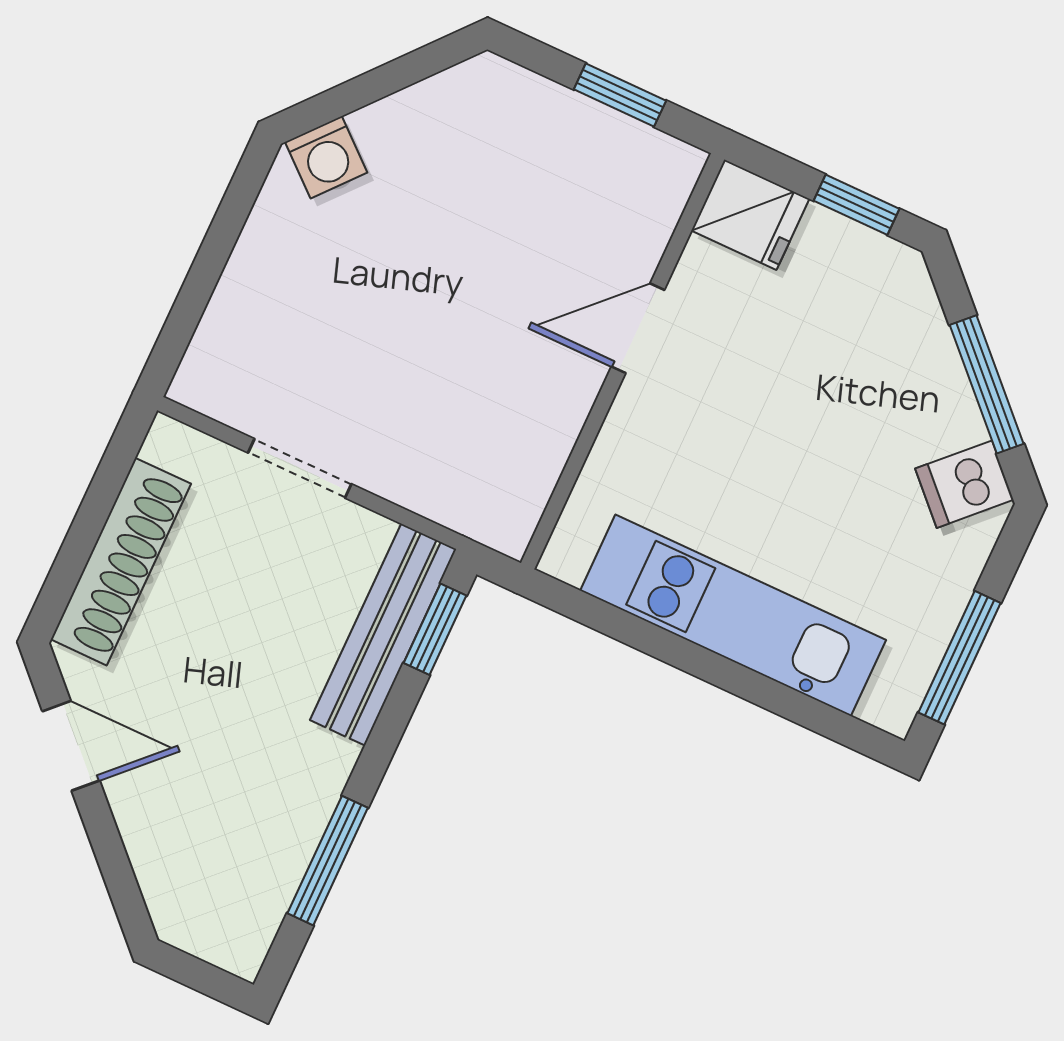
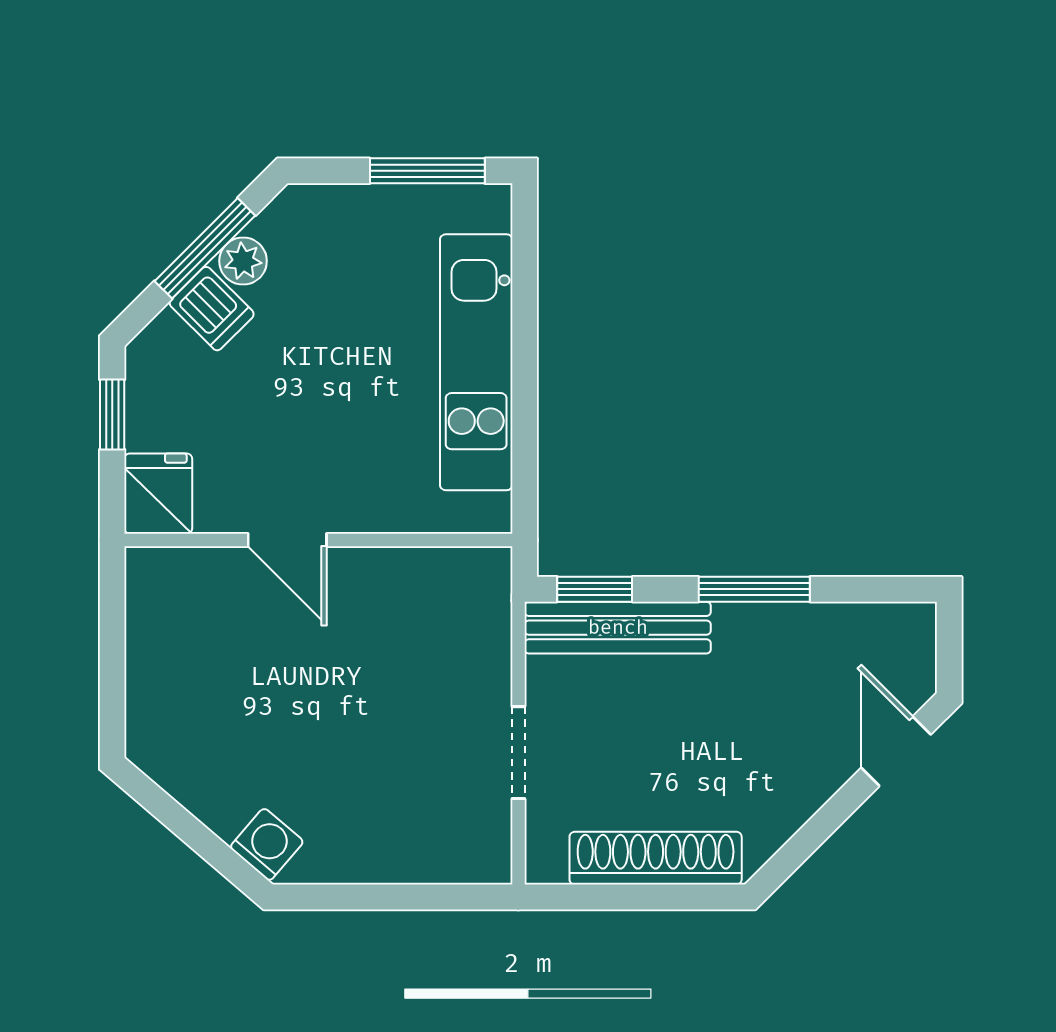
window: (620, 95) -> (112, 638), removed
plant: (955, 419) -> (243, 261), added
dishwasher: (964, 484) -> (212, 309), moved
door: (71, 746) -> (896, 751), moved
window: (328, 861) -> (754, 589), moved

